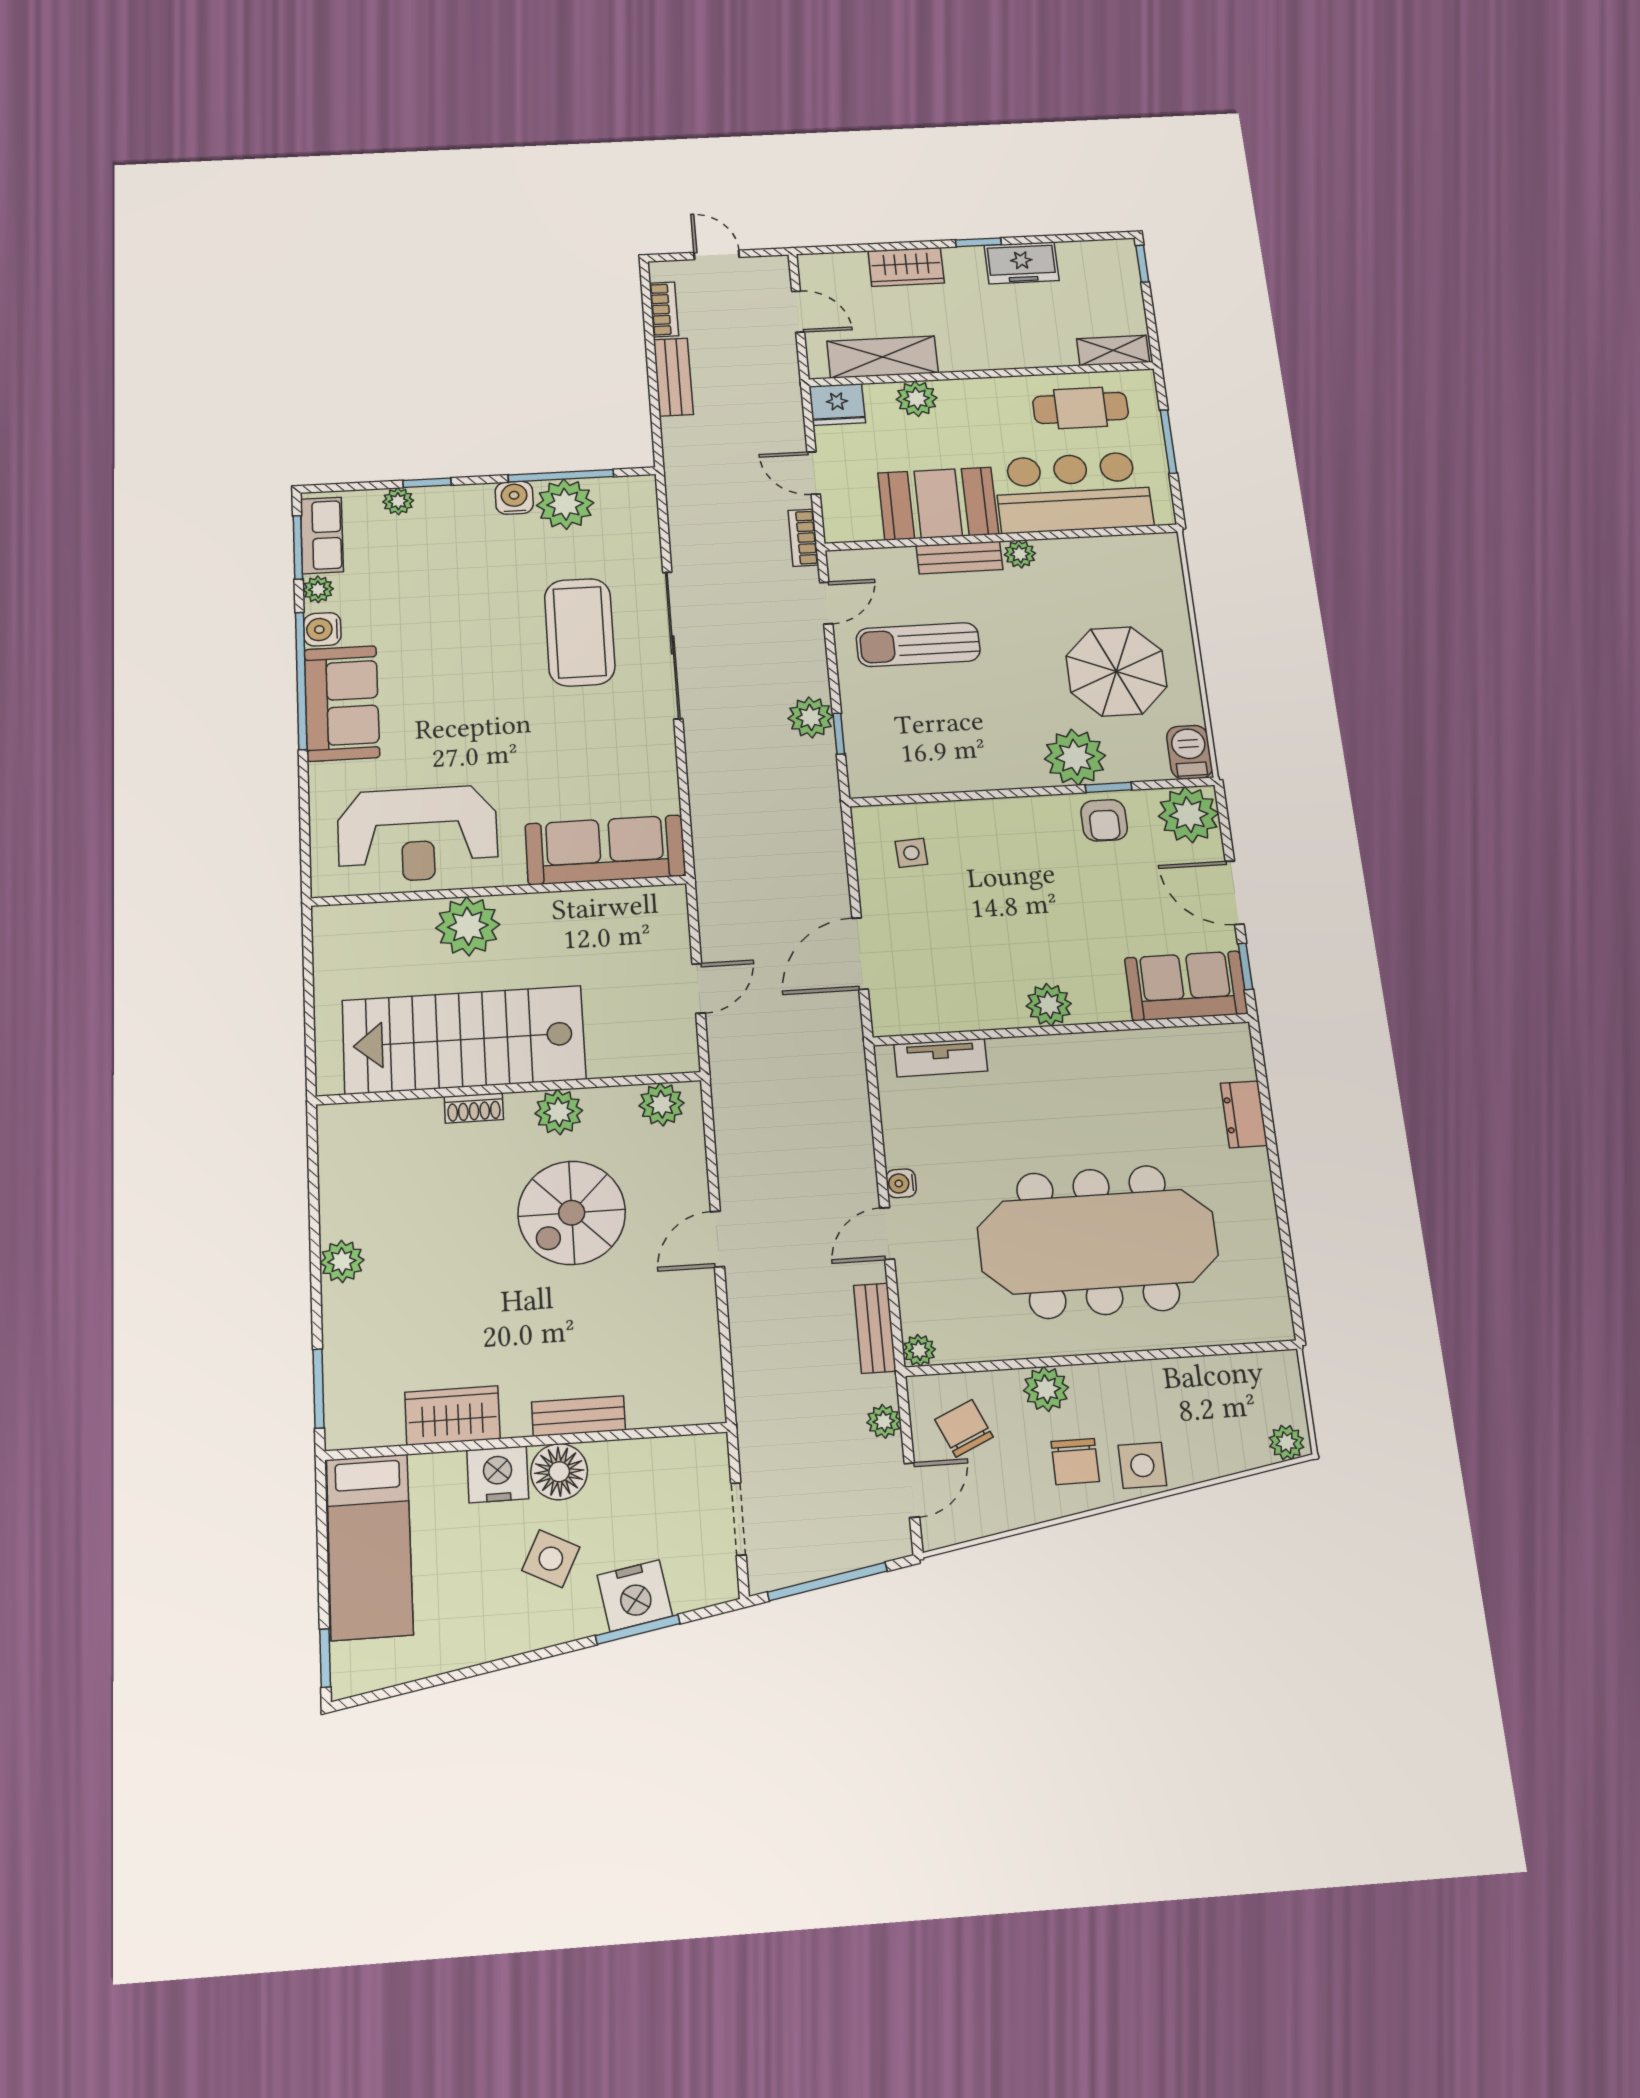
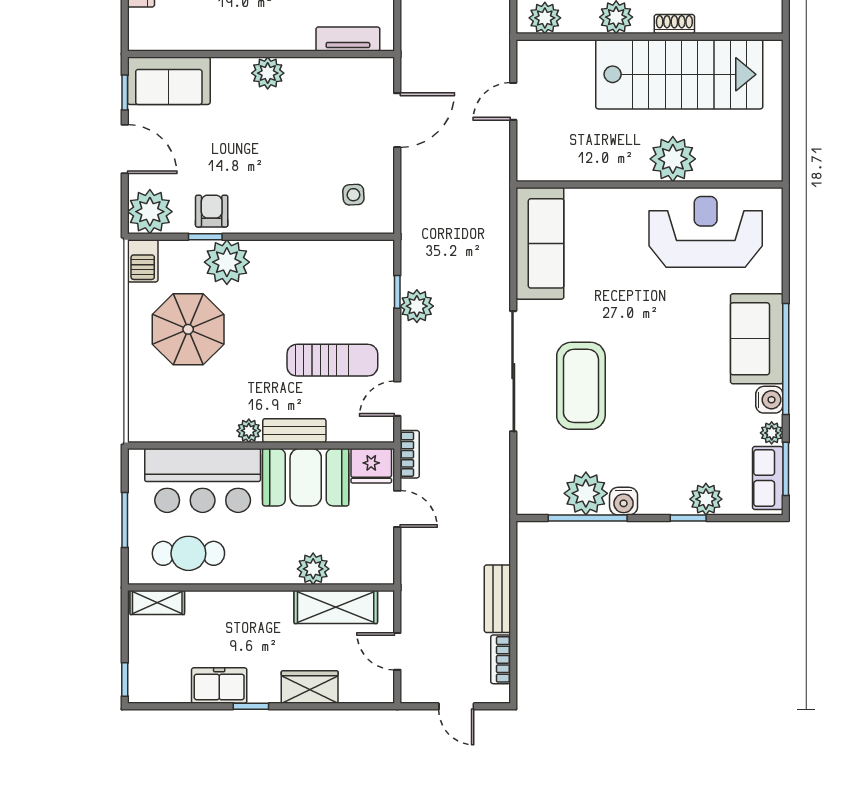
fridge: (837, 404) -> (371, 466), moved, turned 180
plant: (398, 501) -> (706, 499), width x1.38, depth x1.38
sofa: (605, 850) -> (540, 243), moved, turned -90

